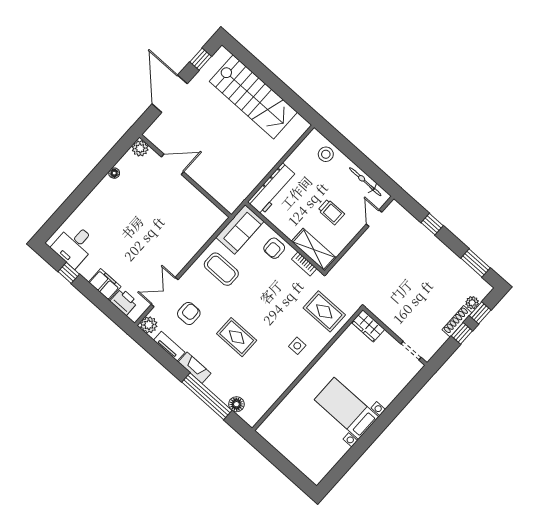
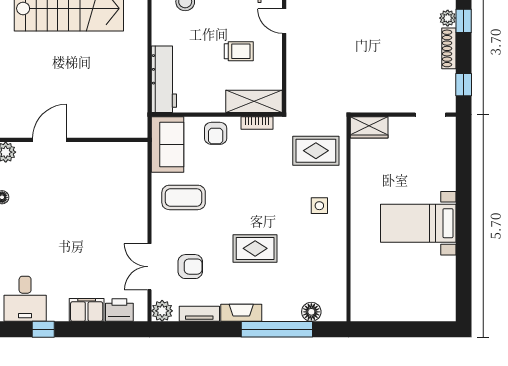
armchair: (189, 313) -> (190, 267), turned 90
window: (462, 333) -> (464, 85), moved

